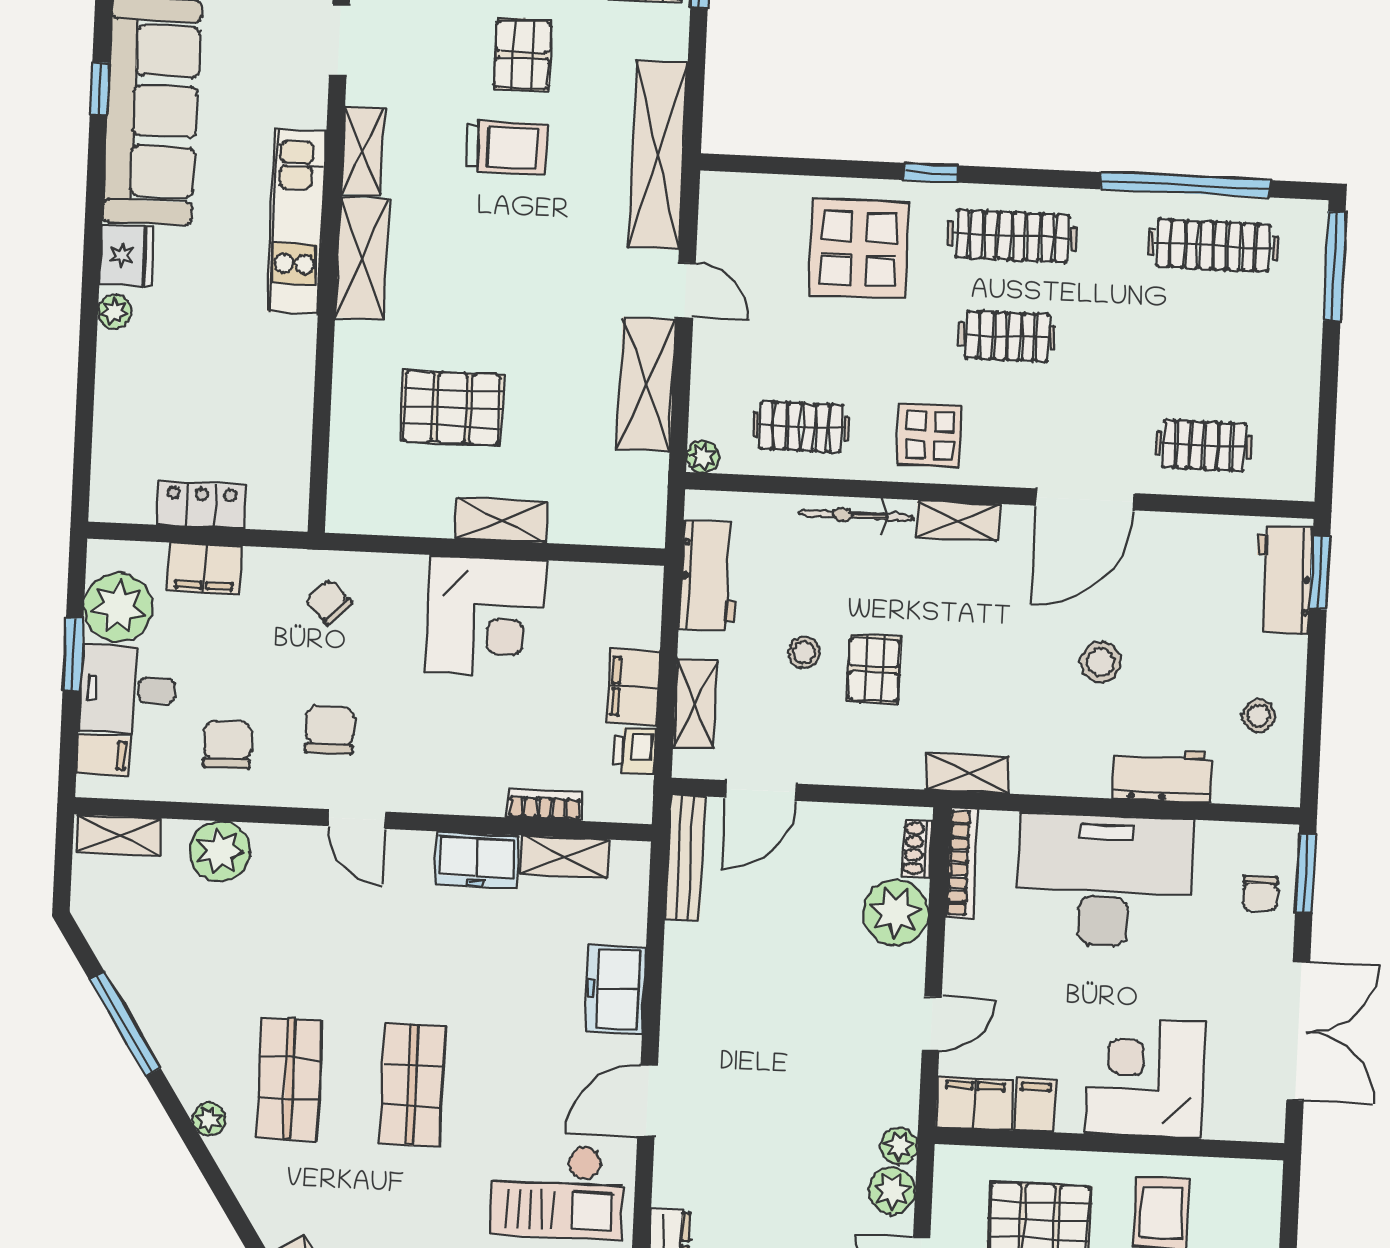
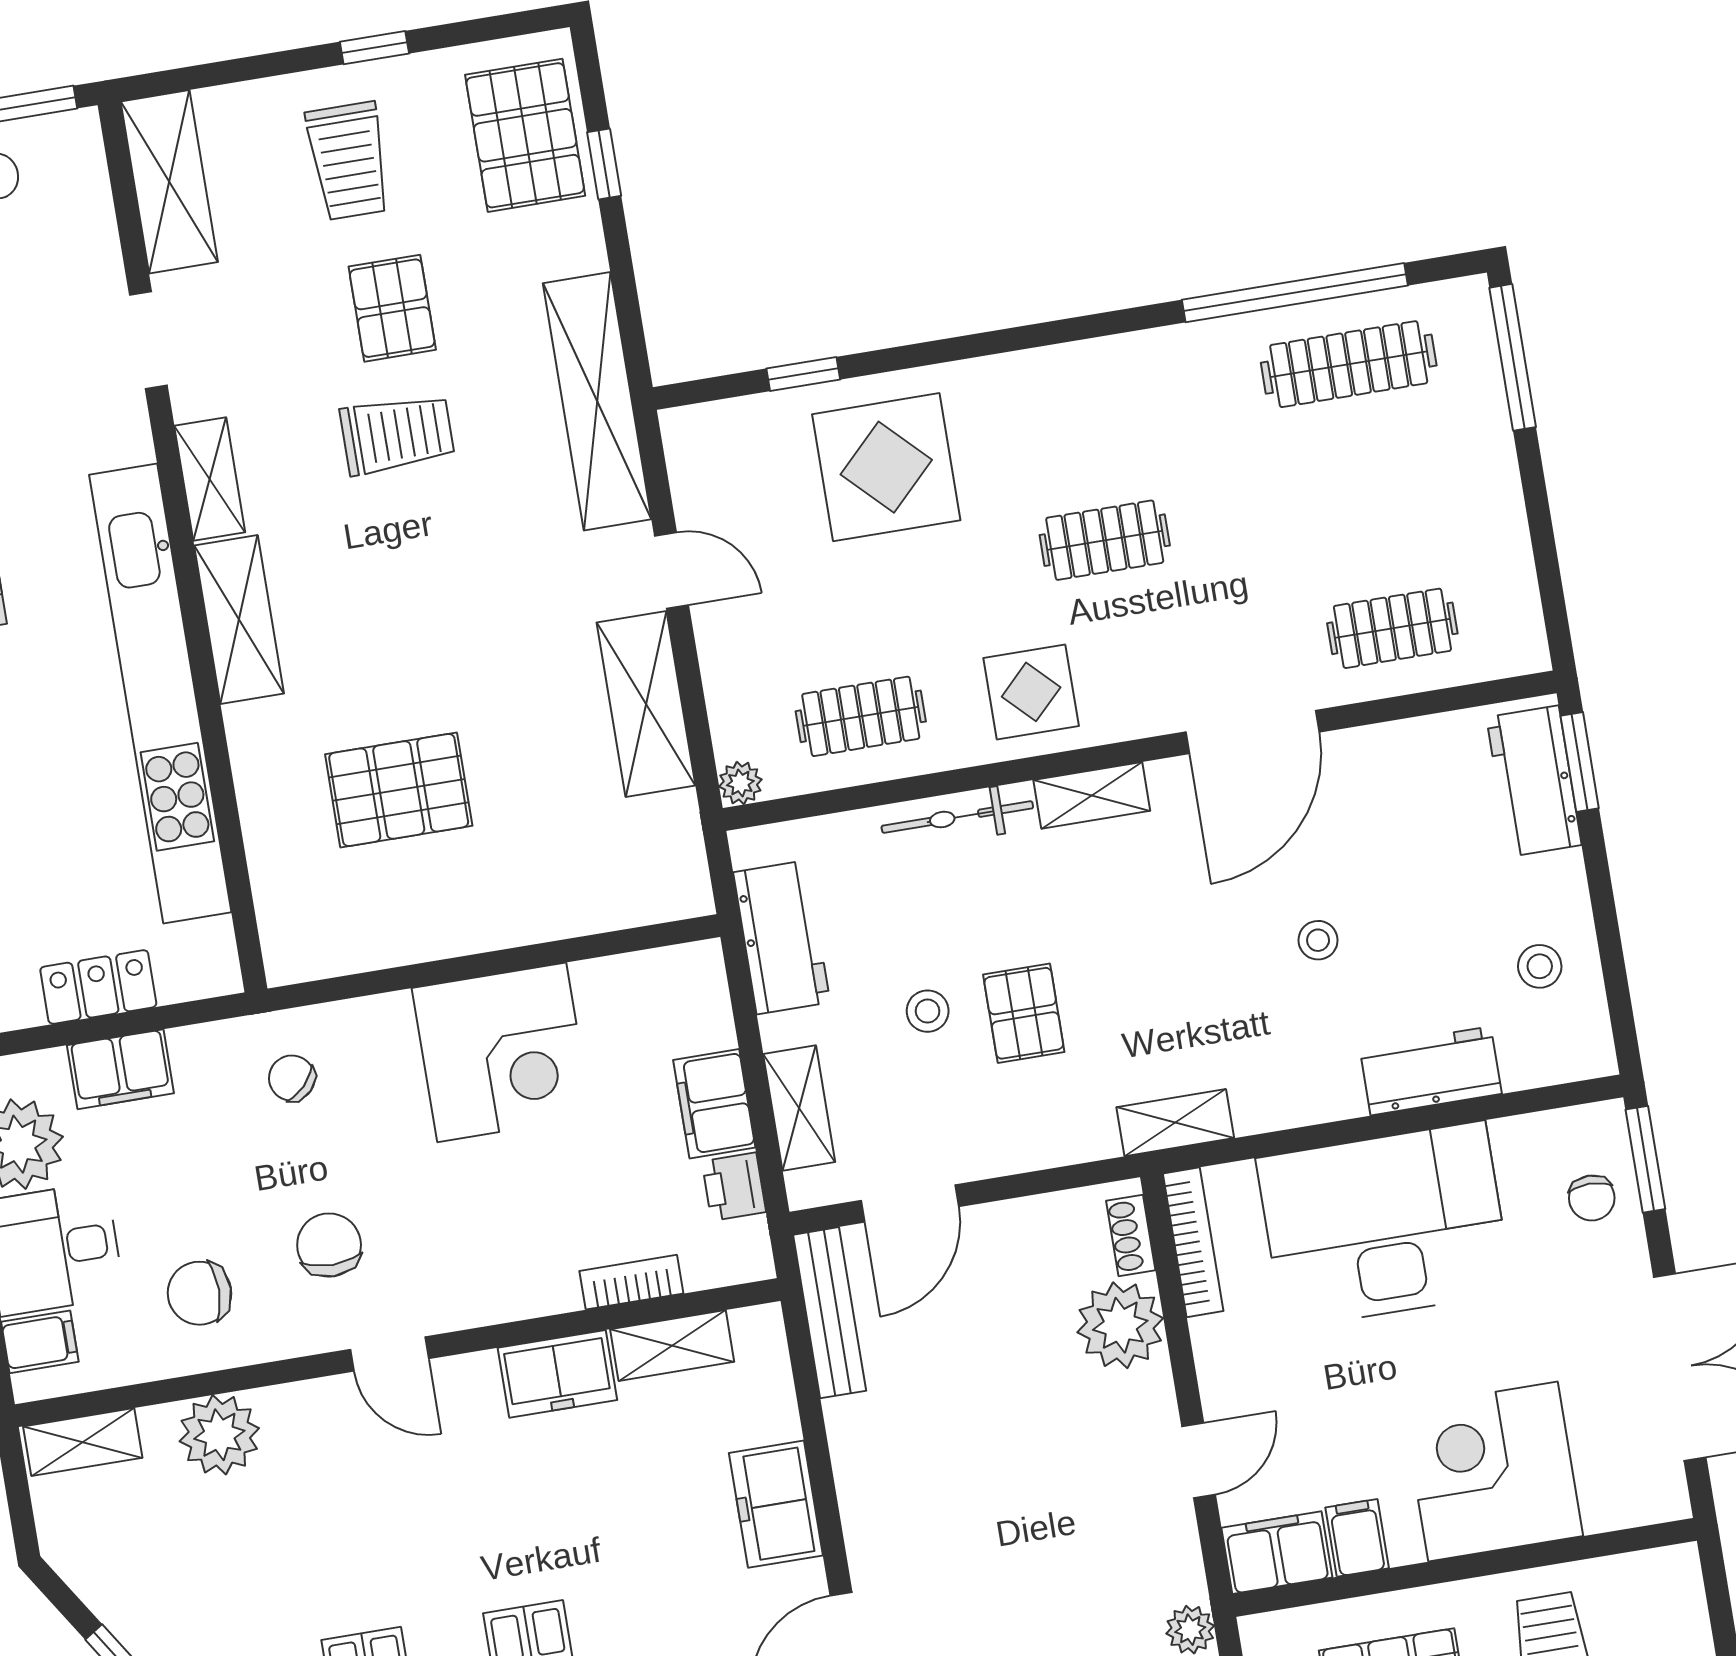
window: (931, 173) -> (803, 374), moved
kitchen unit: (296, 222) -> (160, 694), width x1.86
clothes rail: (1012, 236) -> (1083, 408), removed
shelving: (501, 520) -> (495, 923), removed
stool: (1101, 662) -> (1318, 940), width x0.73, depth x0.73
chair: (227, 745) -> (199, 1293), turned -90

